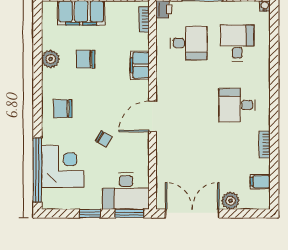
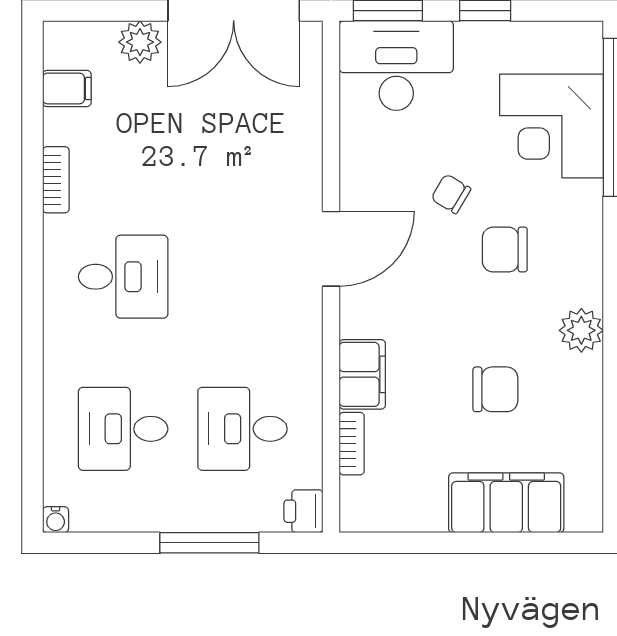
bookcase: (144, 19) -> (352, 444), moved
desk: (237, 43) -> (123, 429), turned 90
plant: (51, 59) -> (581, 330), moved
chair: (63, 109) -> (505, 250), moved, turned 180

